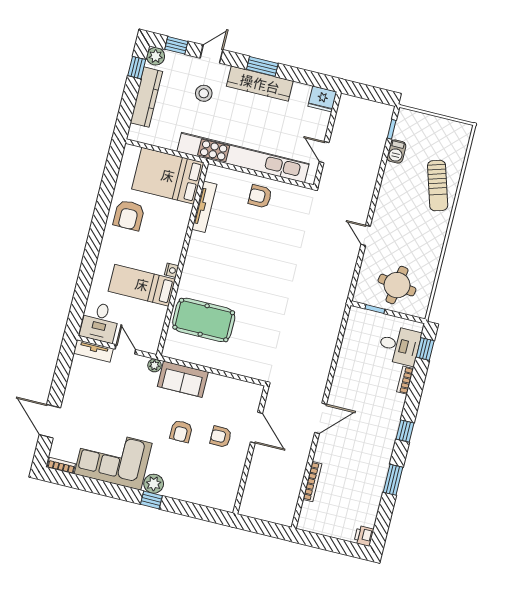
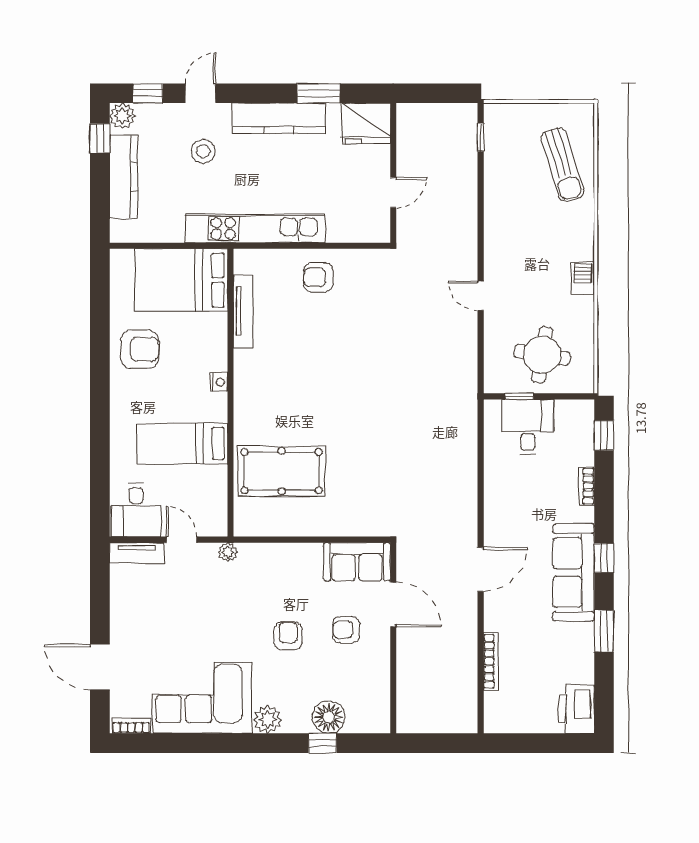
window: (262, 66) -> (319, 93), moved
fridge: (322, 99) -> (366, 124), width x1.36, depth x1.34
door: (324, 152) -> (393, 193), swing flipped
barbecue: (396, 152) -> (583, 278), moved, turned 180
kitchen unit: (243, 158) -> (255, 228), width x0.73
sun lounger: (438, 186) -> (562, 165), moved
armchair: (129, 215) -> (140, 349), turned -90
nightstand: (172, 270) -> (219, 382), moved
desk: (400, 345) -> (528, 427), moved, turned -90
sofa: (183, 379) -> (357, 562), moved
armchair: (181, 431) -> (288, 636), turned 180
sofa: (382, 436) -> (574, 572), added
floor lamp: (195, 492) -> (329, 717), added
window: (151, 500) -> (323, 743), moved
printer: (364, 536) -> (577, 709), width x1.87, depth x1.48

